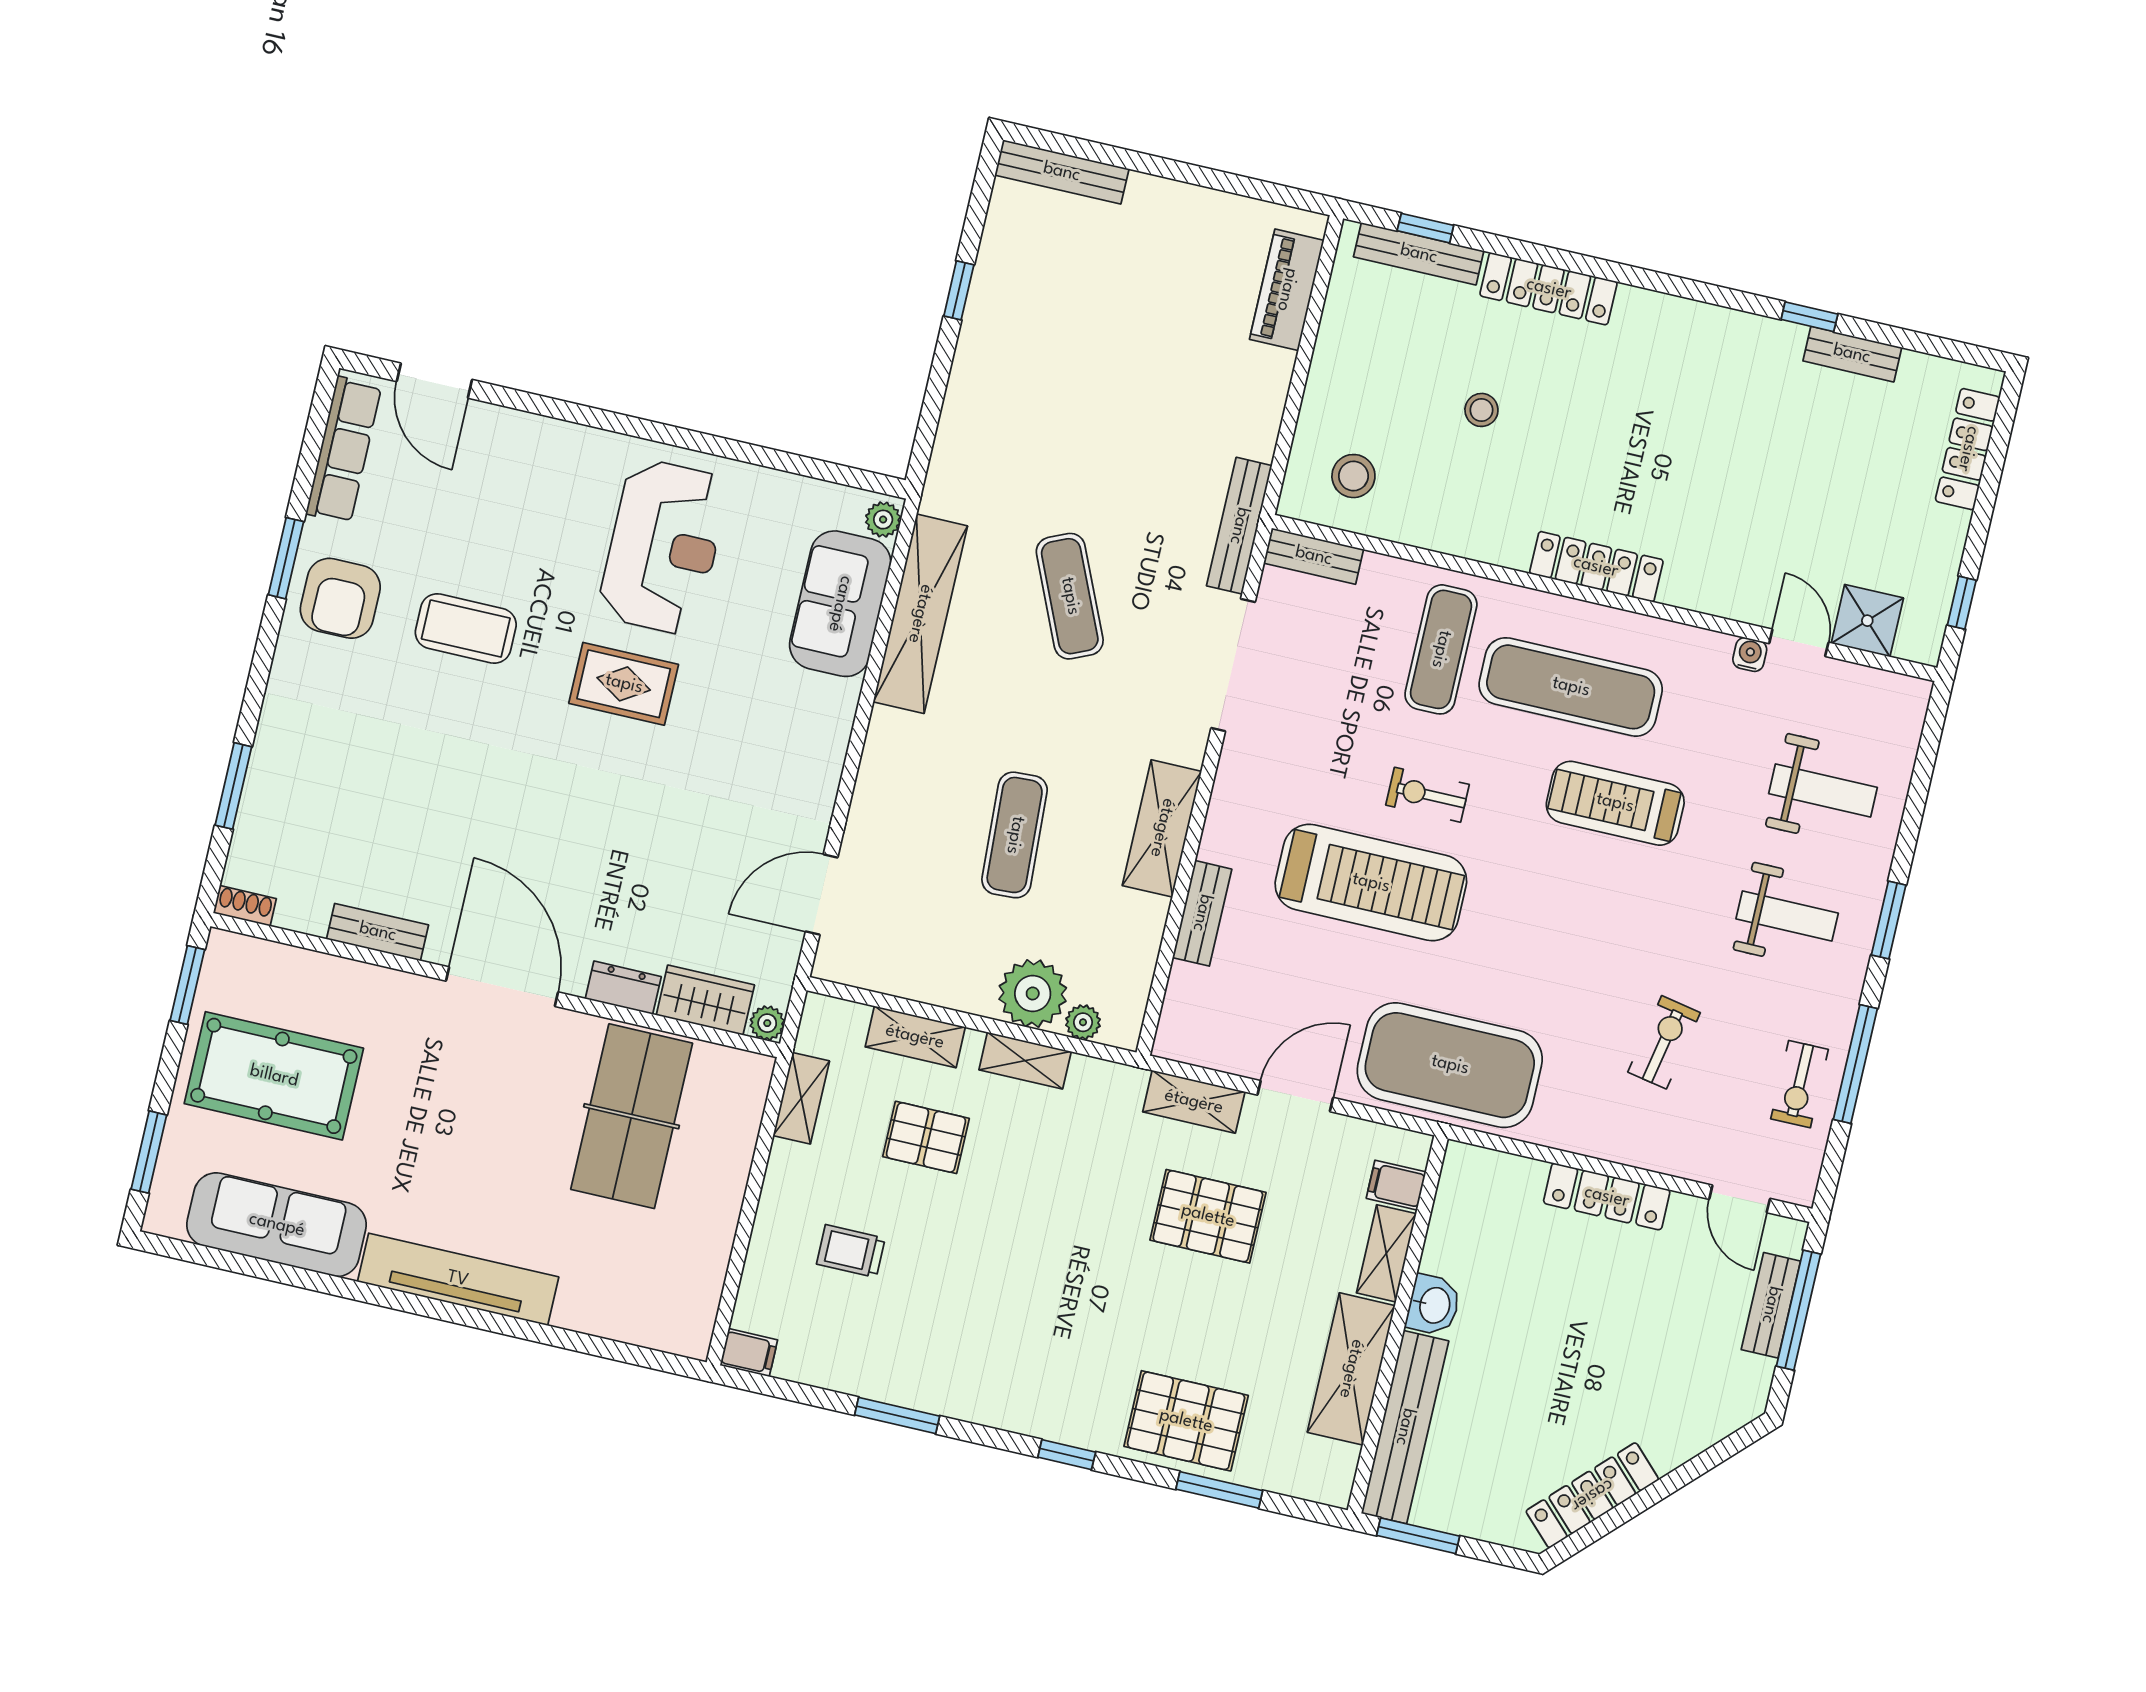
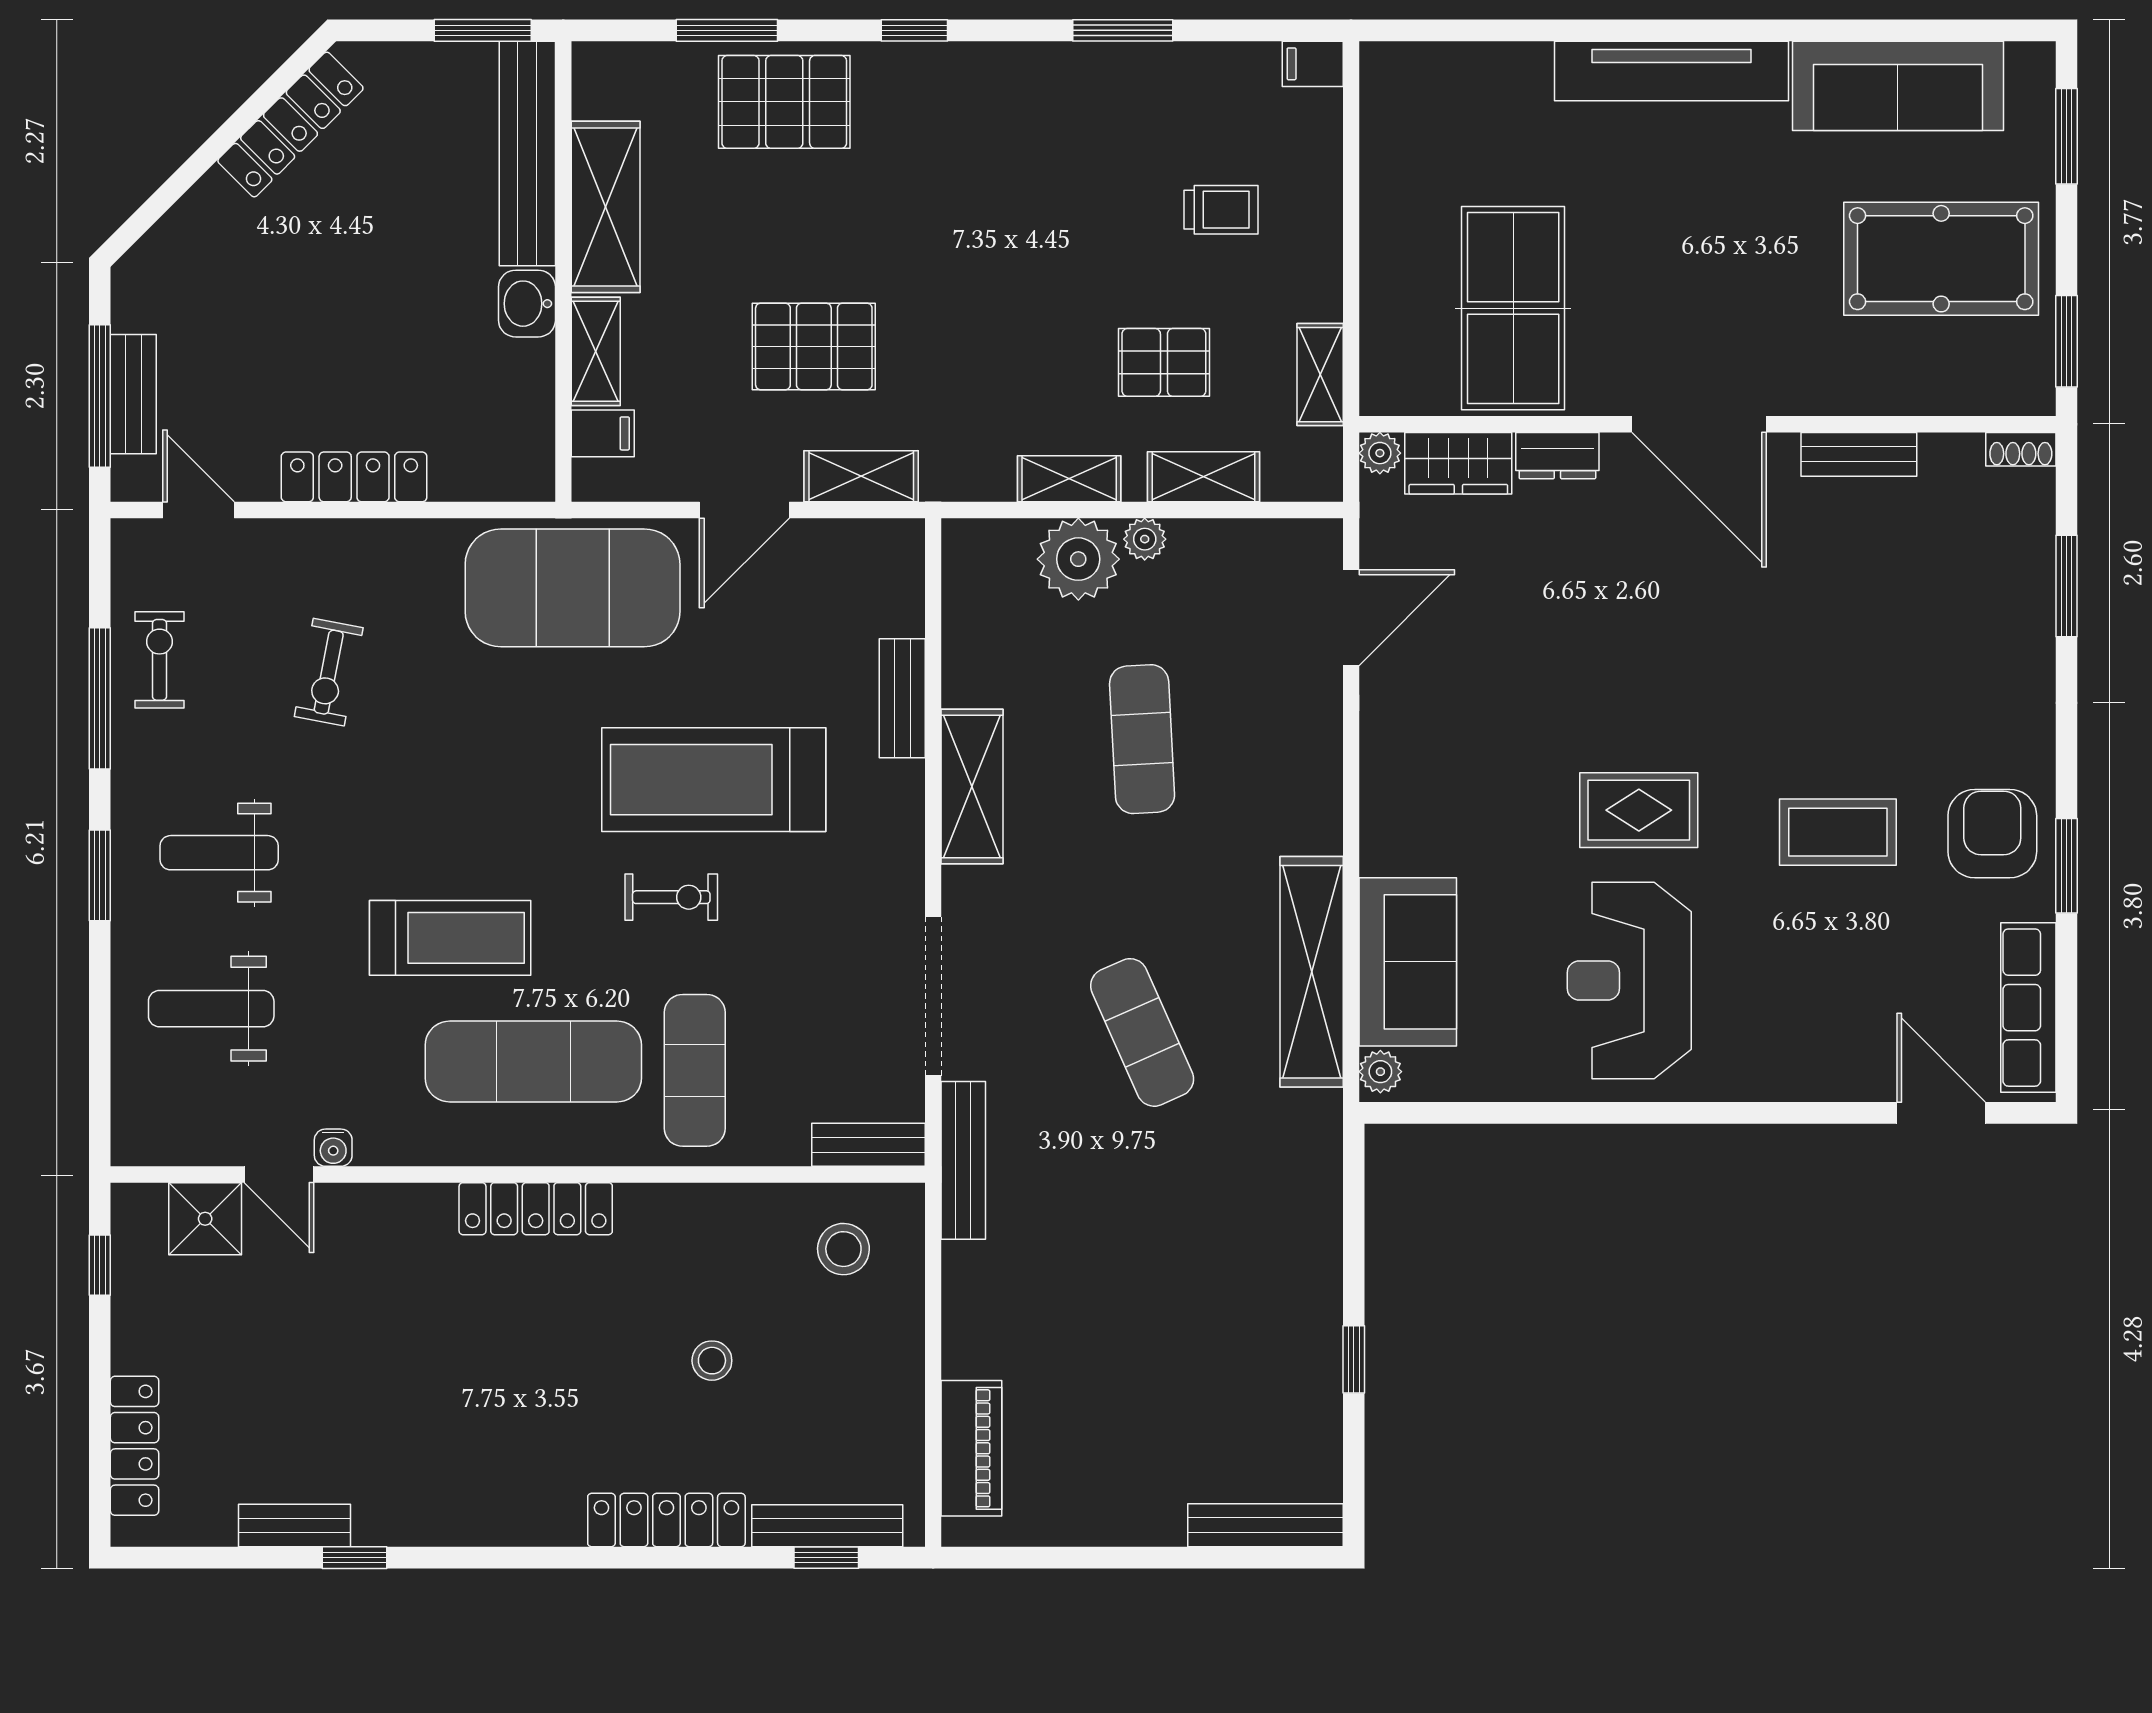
plant: (1083, 1022) -> (1145, 539), moved

